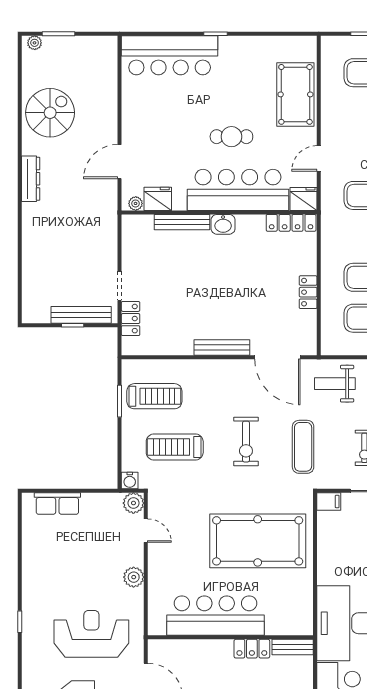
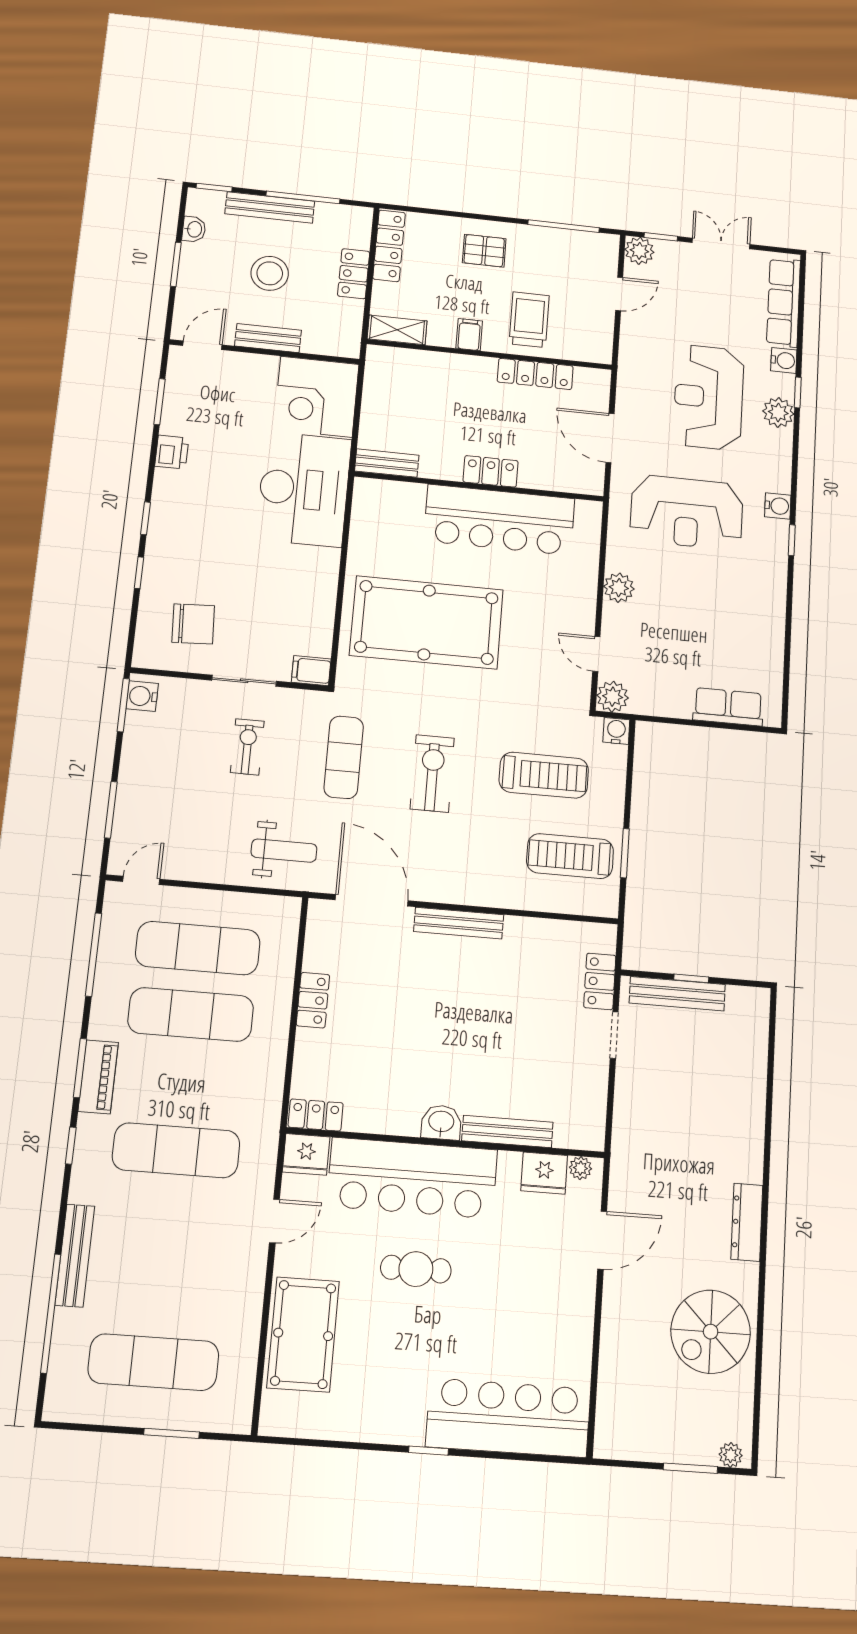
locker: (291, 223) -> (316, 1115), width x0.66
water cooler: (30, 645) -> (778, 506), added
locker: (252, 649) -> (491, 471), moved

